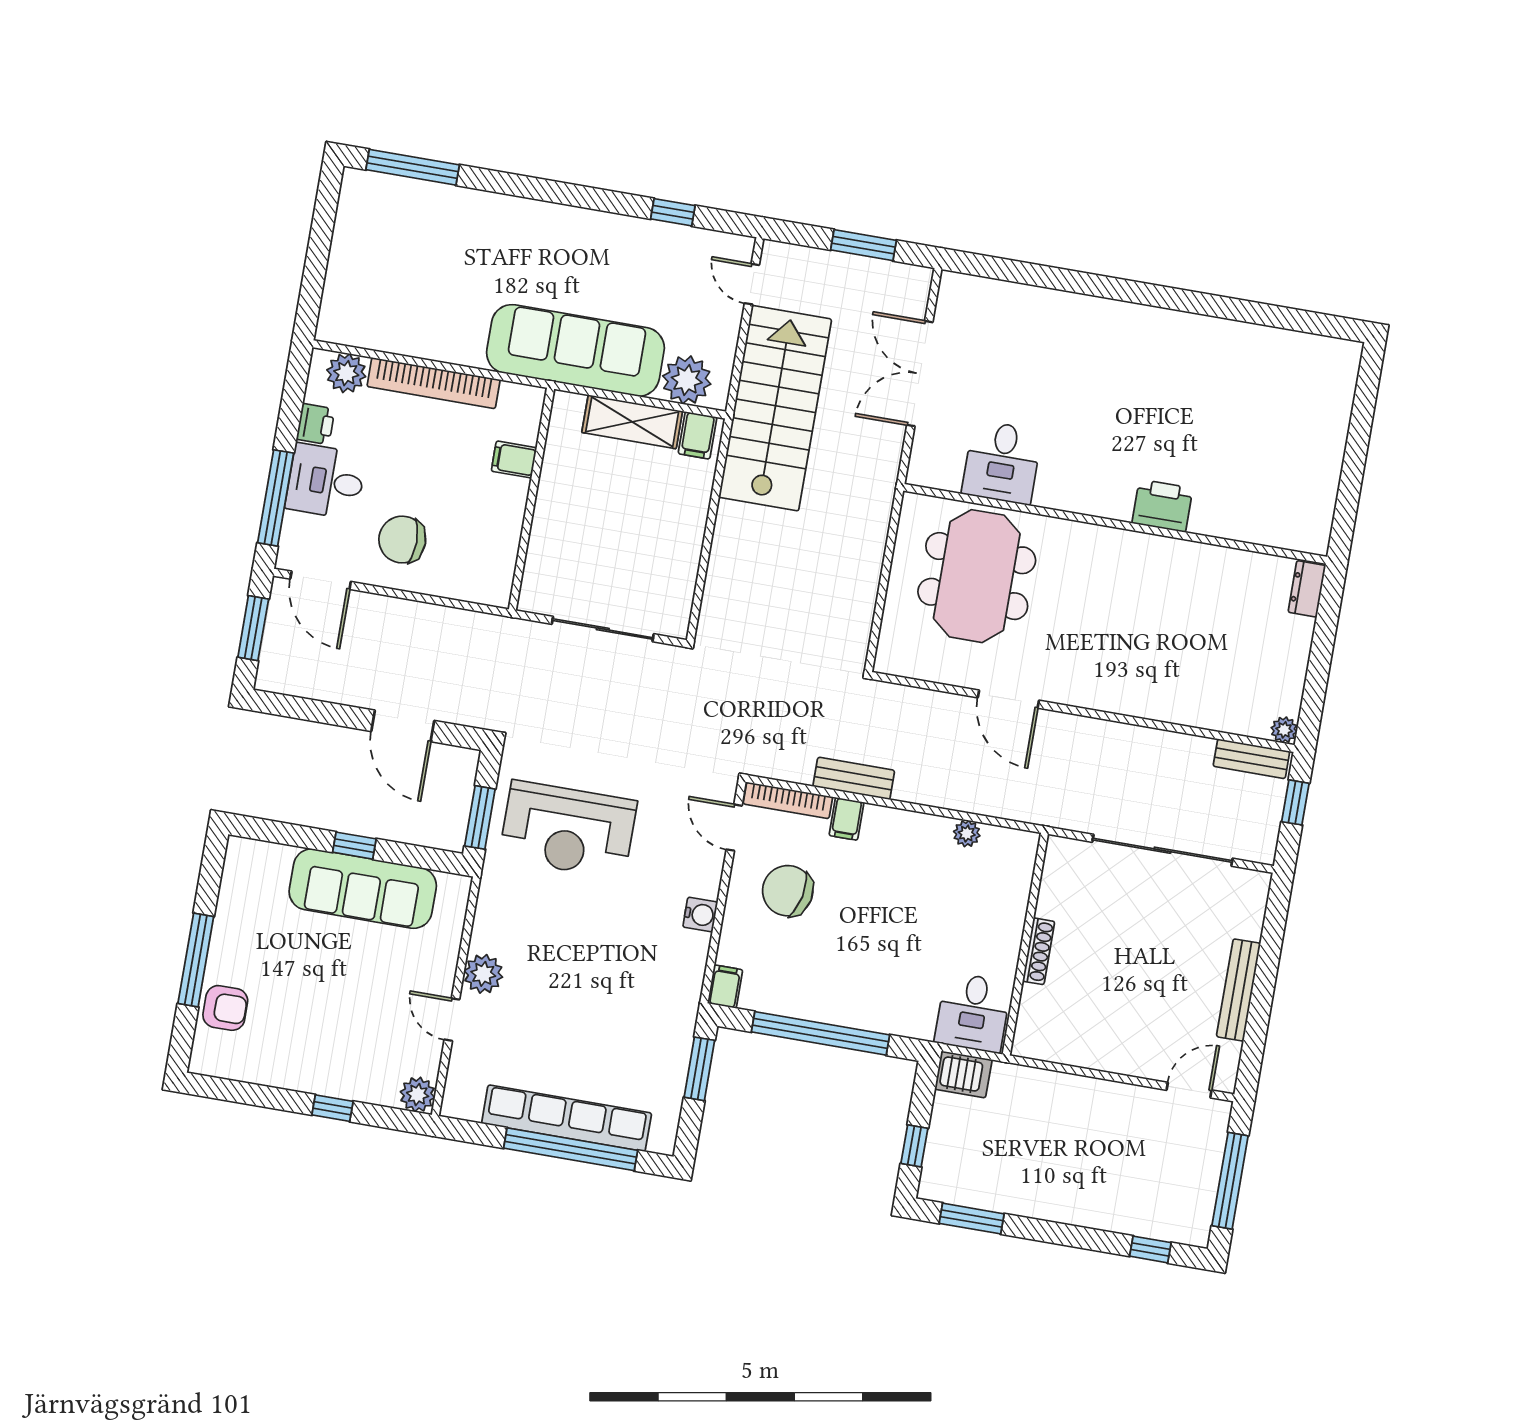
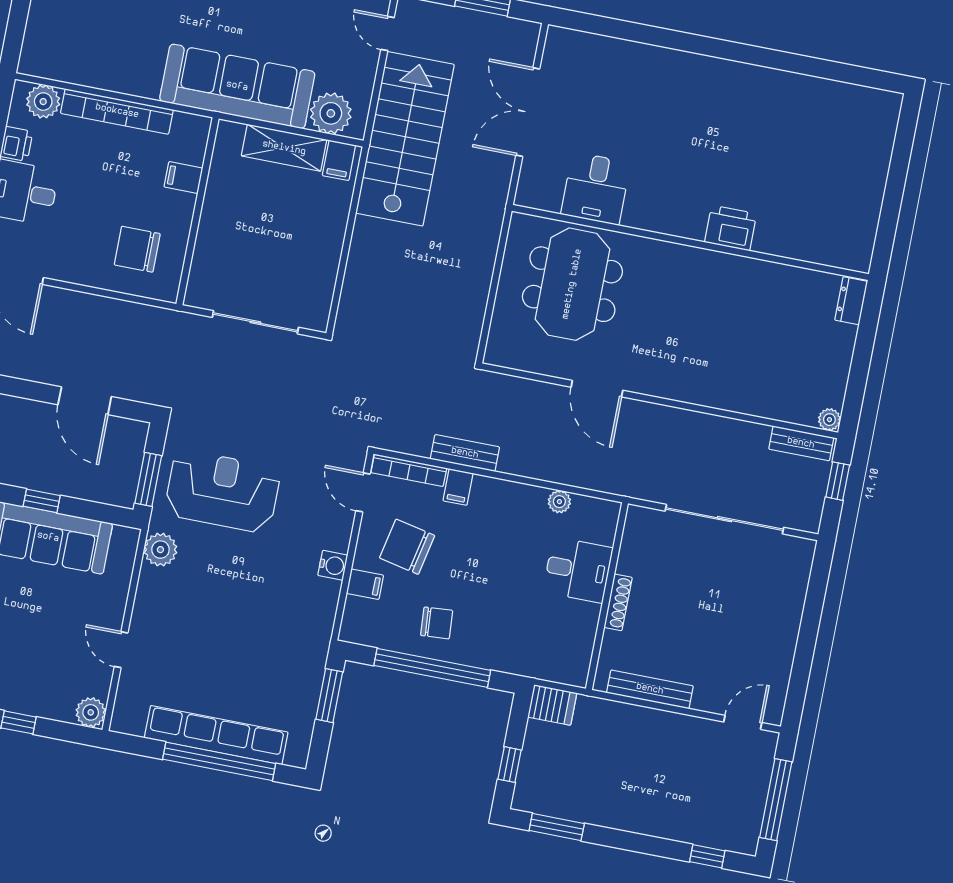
chair: (402, 540) -> (137, 249), moved
reception desk: (568, 830) -> (222, 491), turned 180
plant: (483, 974) -> (160, 550), moved
chair: (825, 980) -> (437, 623), added
filing cabinet: (725, 987) -> (365, 584), moved, turned 90
bench: (1238, 990) -> (650, 689), moved, turned 90
desk: (973, 1012) -> (578, 570), moved, turned -90

